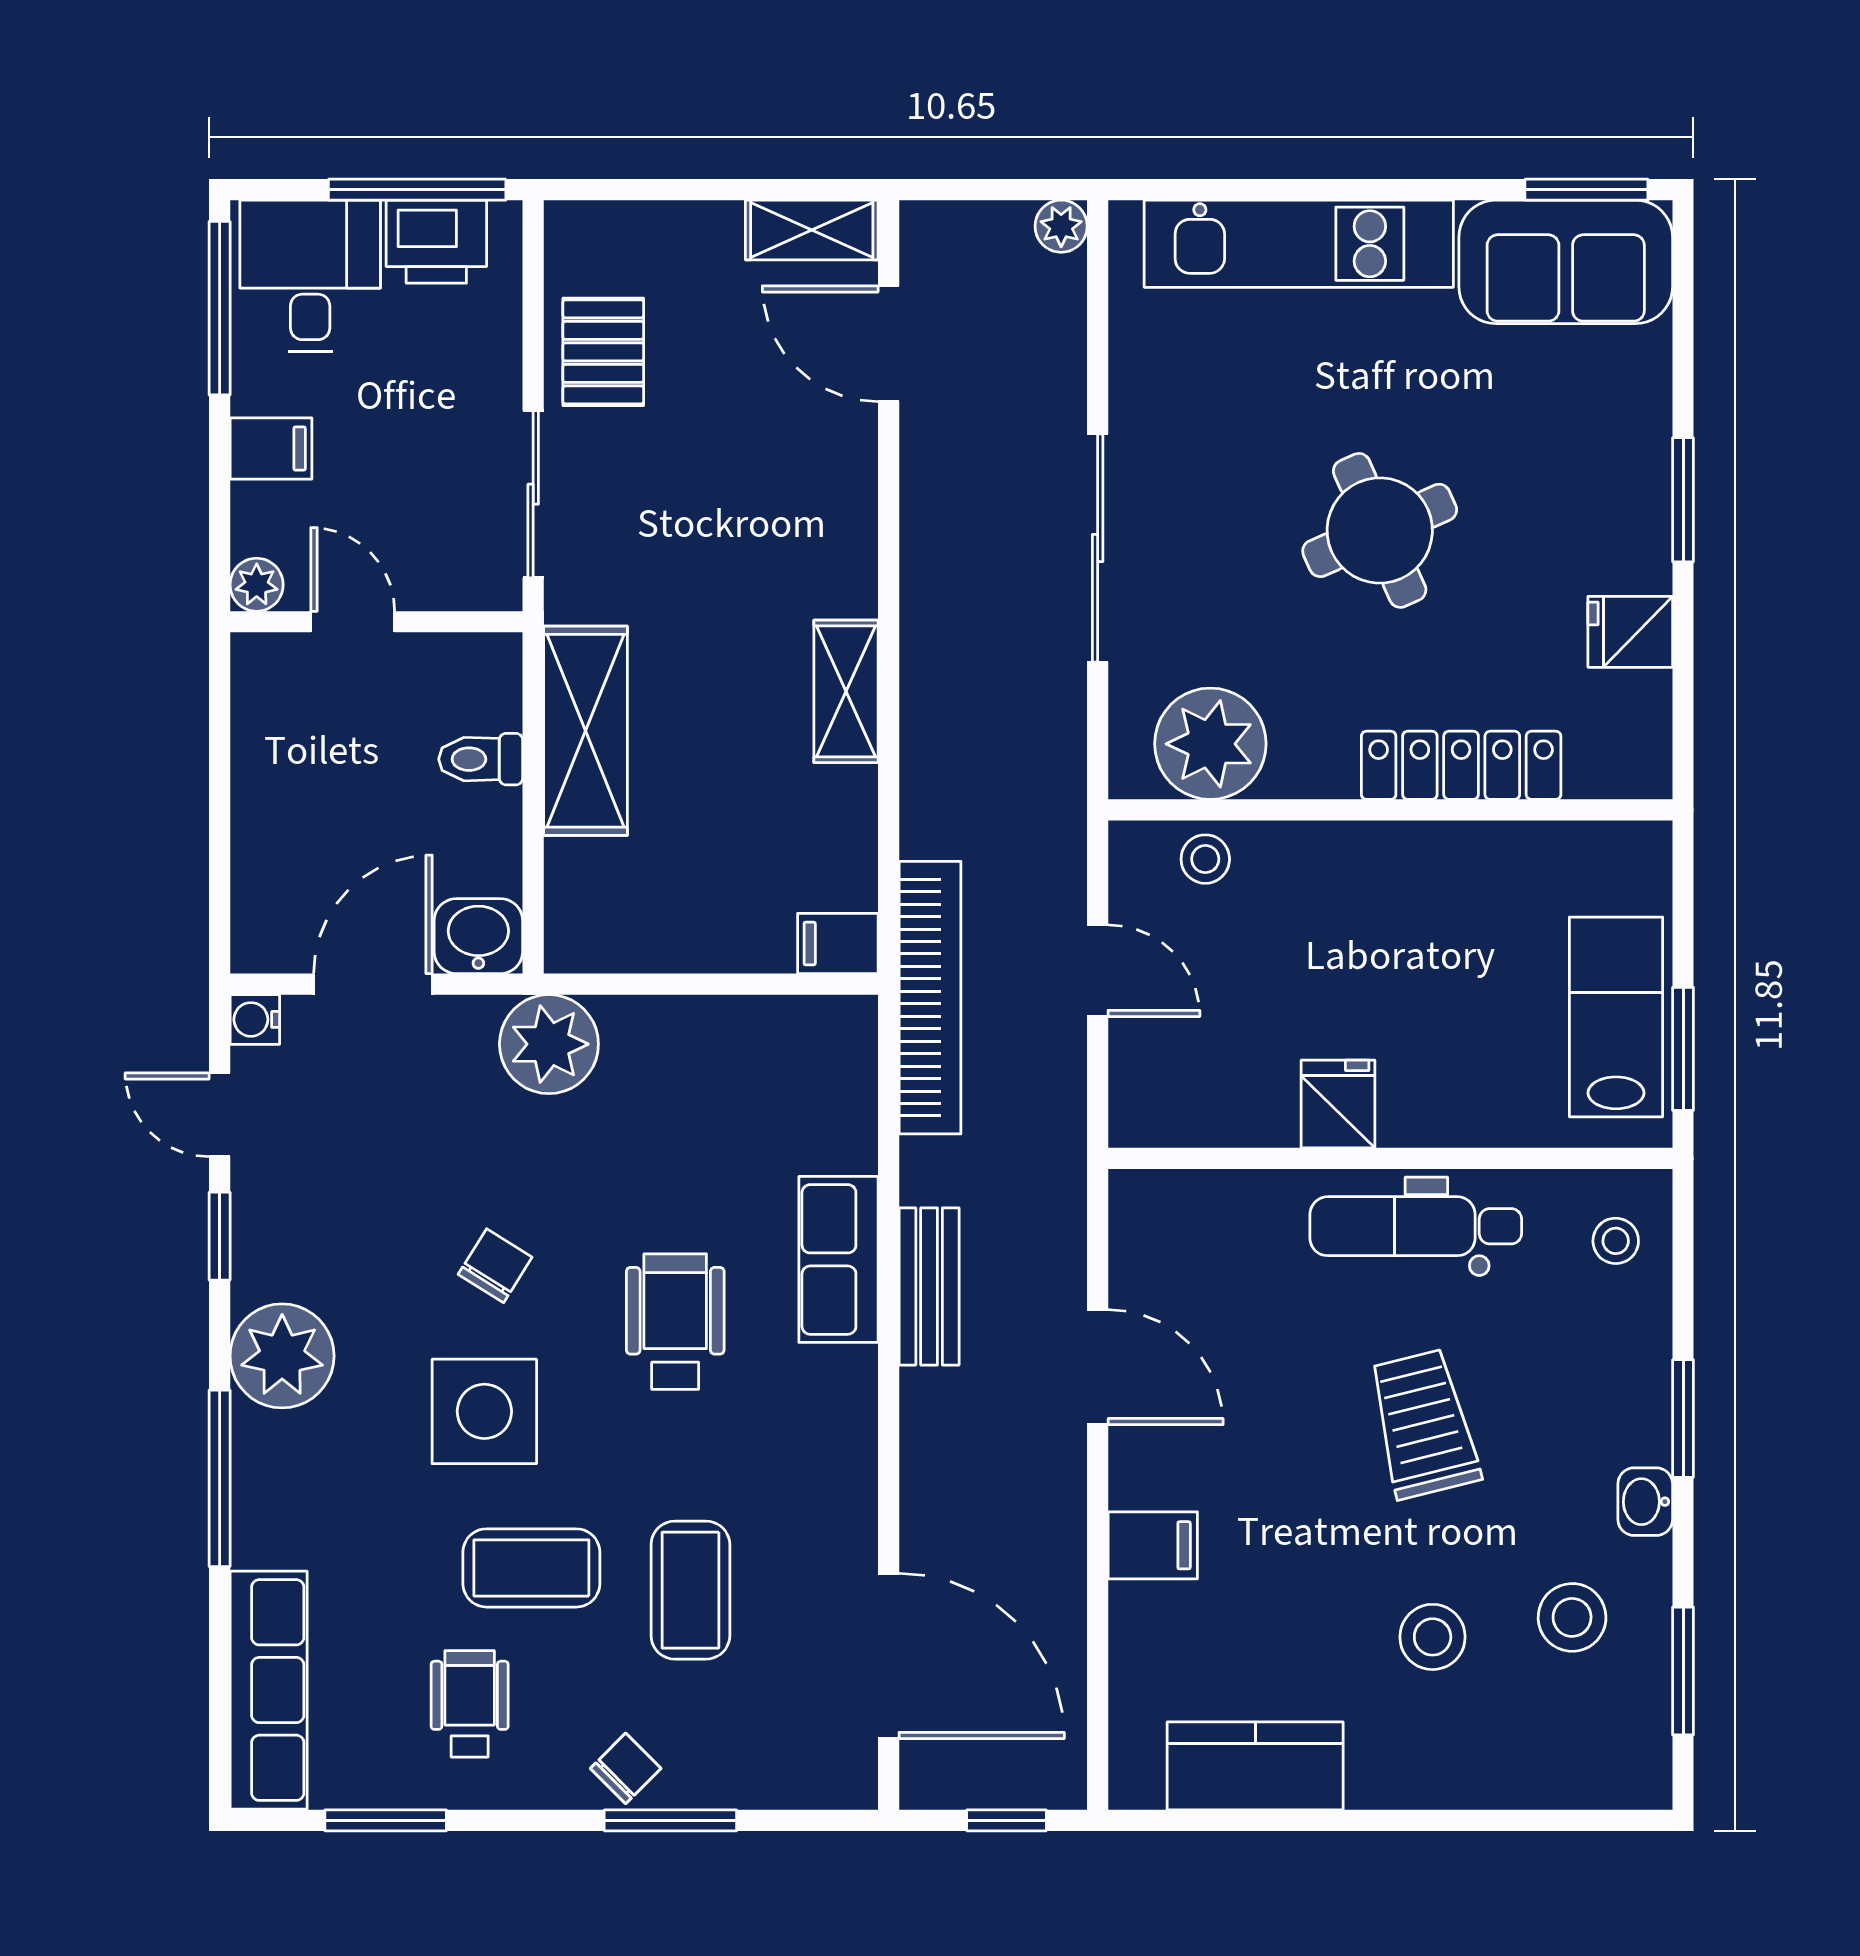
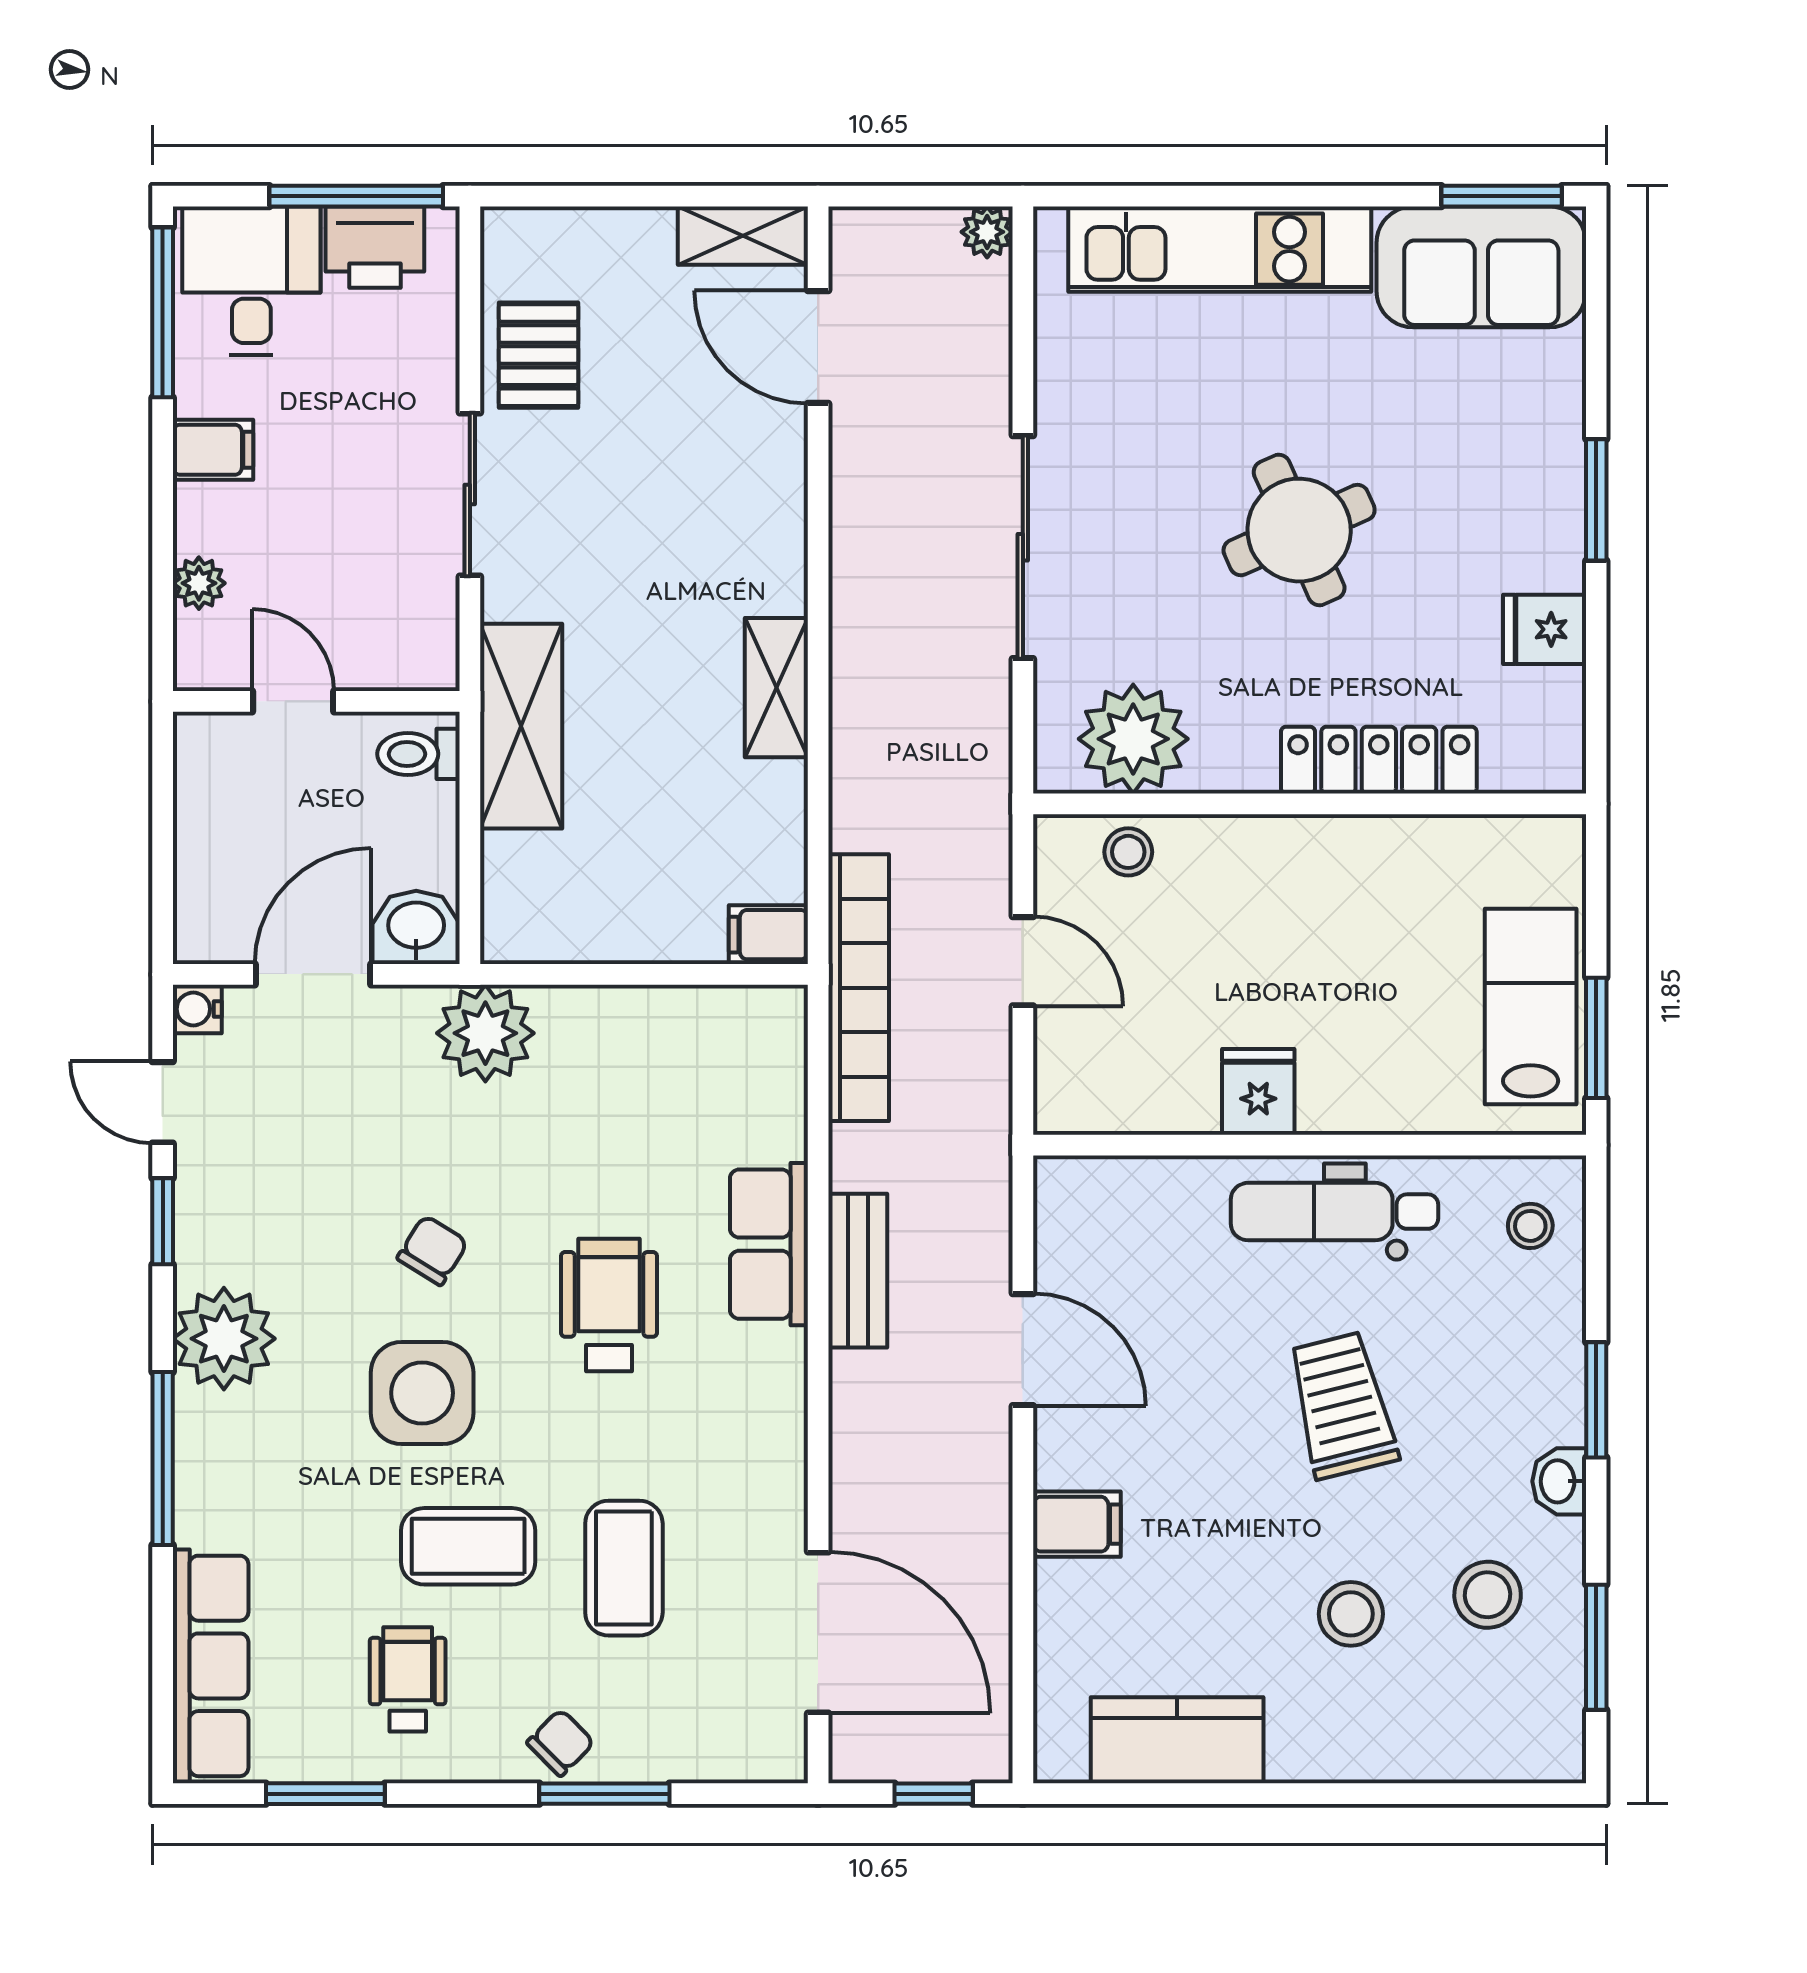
door: (353, 622) -> (293, 701), moved
wall: (376, 622) -> (316, 701), moved

